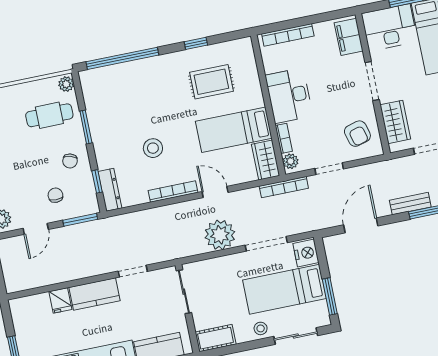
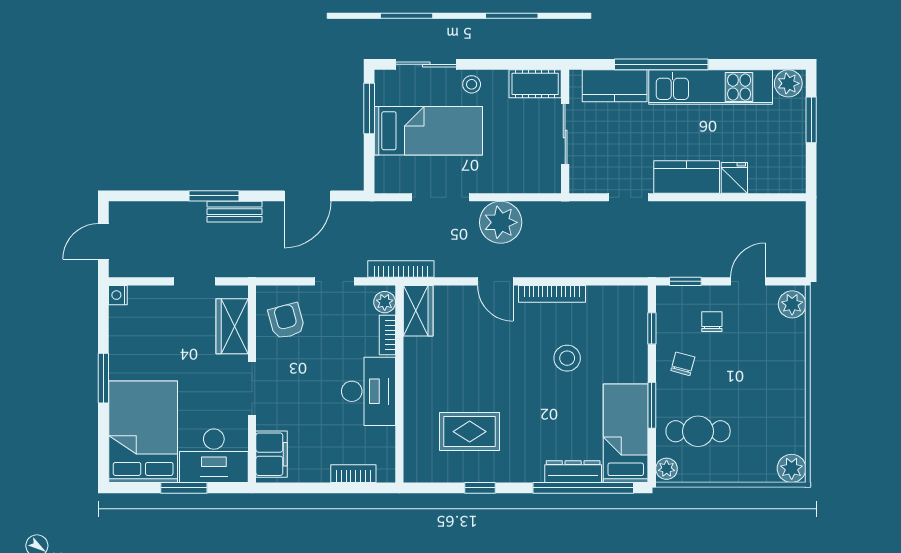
bookcase: (288, 35) -> (353, 474), width x0.64
bed: (234, 130) -> (626, 433), moved, turned -90
dresser: (110, 190) -> (573, 472), moved, turned 90
chair: (55, 195) -> (712, 322), turned 180
window: (80, 220) -> (685, 281), width x0.67
nightstand: (306, 253) -> (389, 174), removed
sliding door: (184, 292) -> (565, 134), moved

